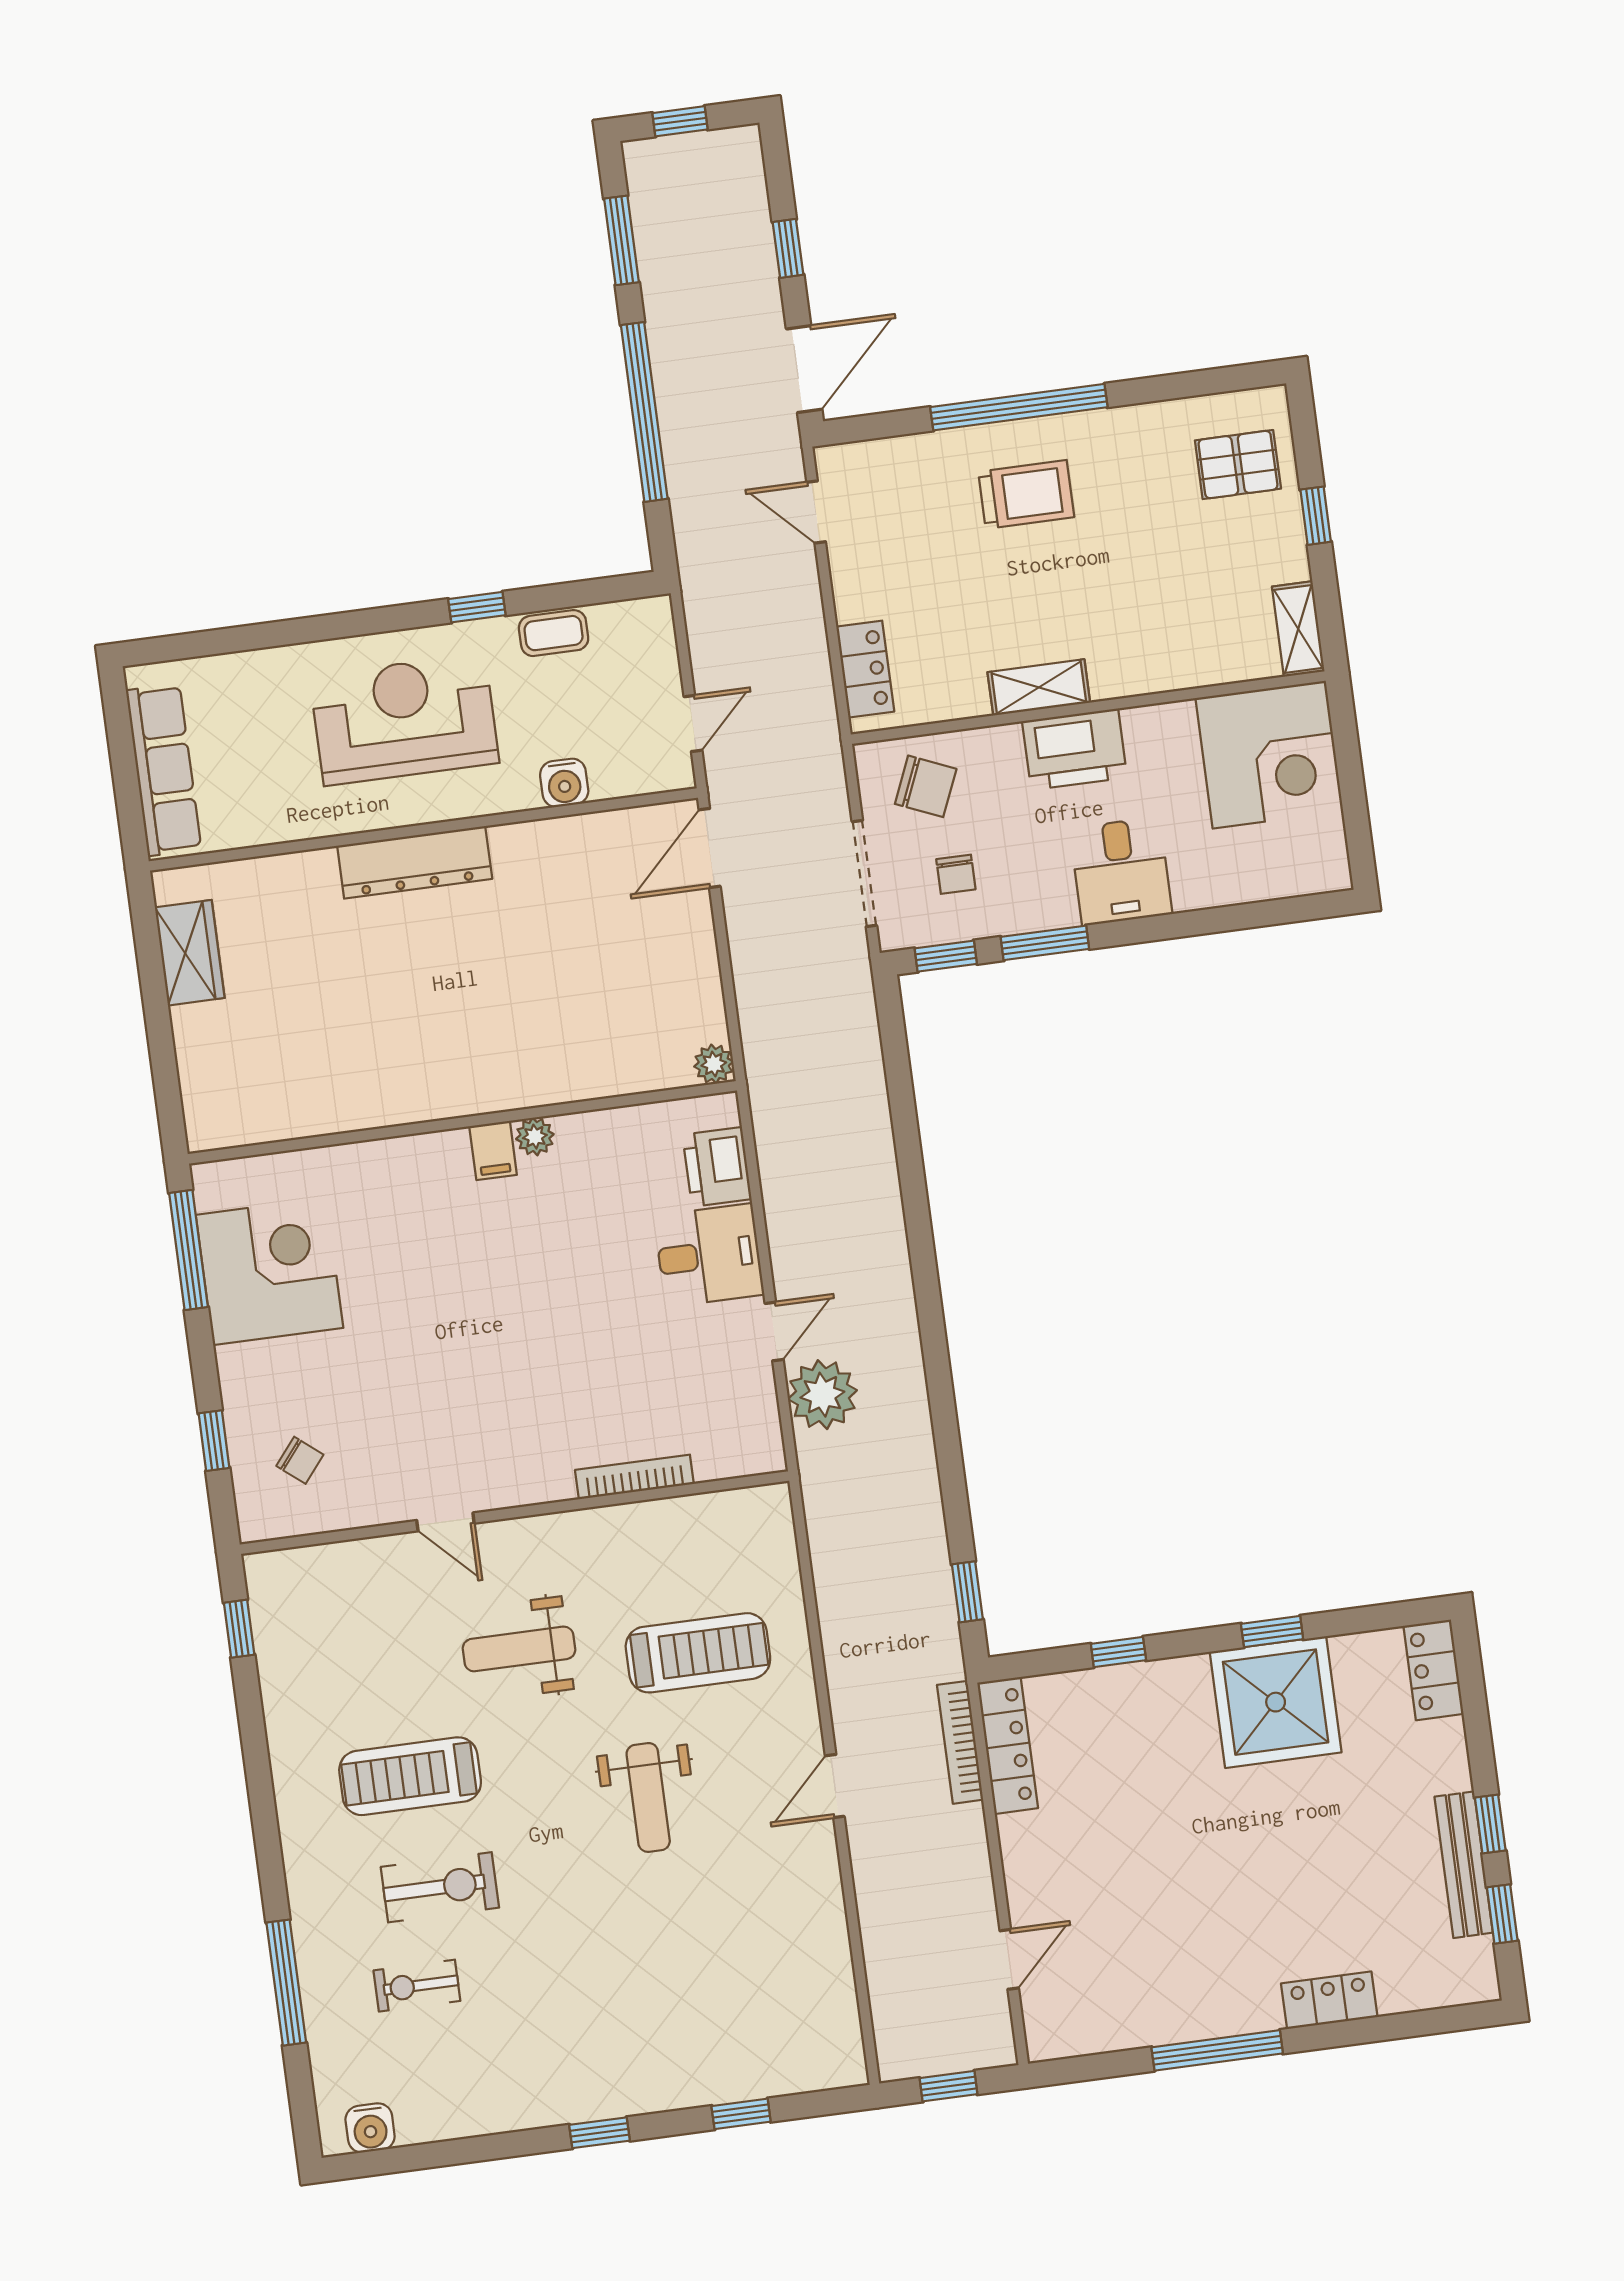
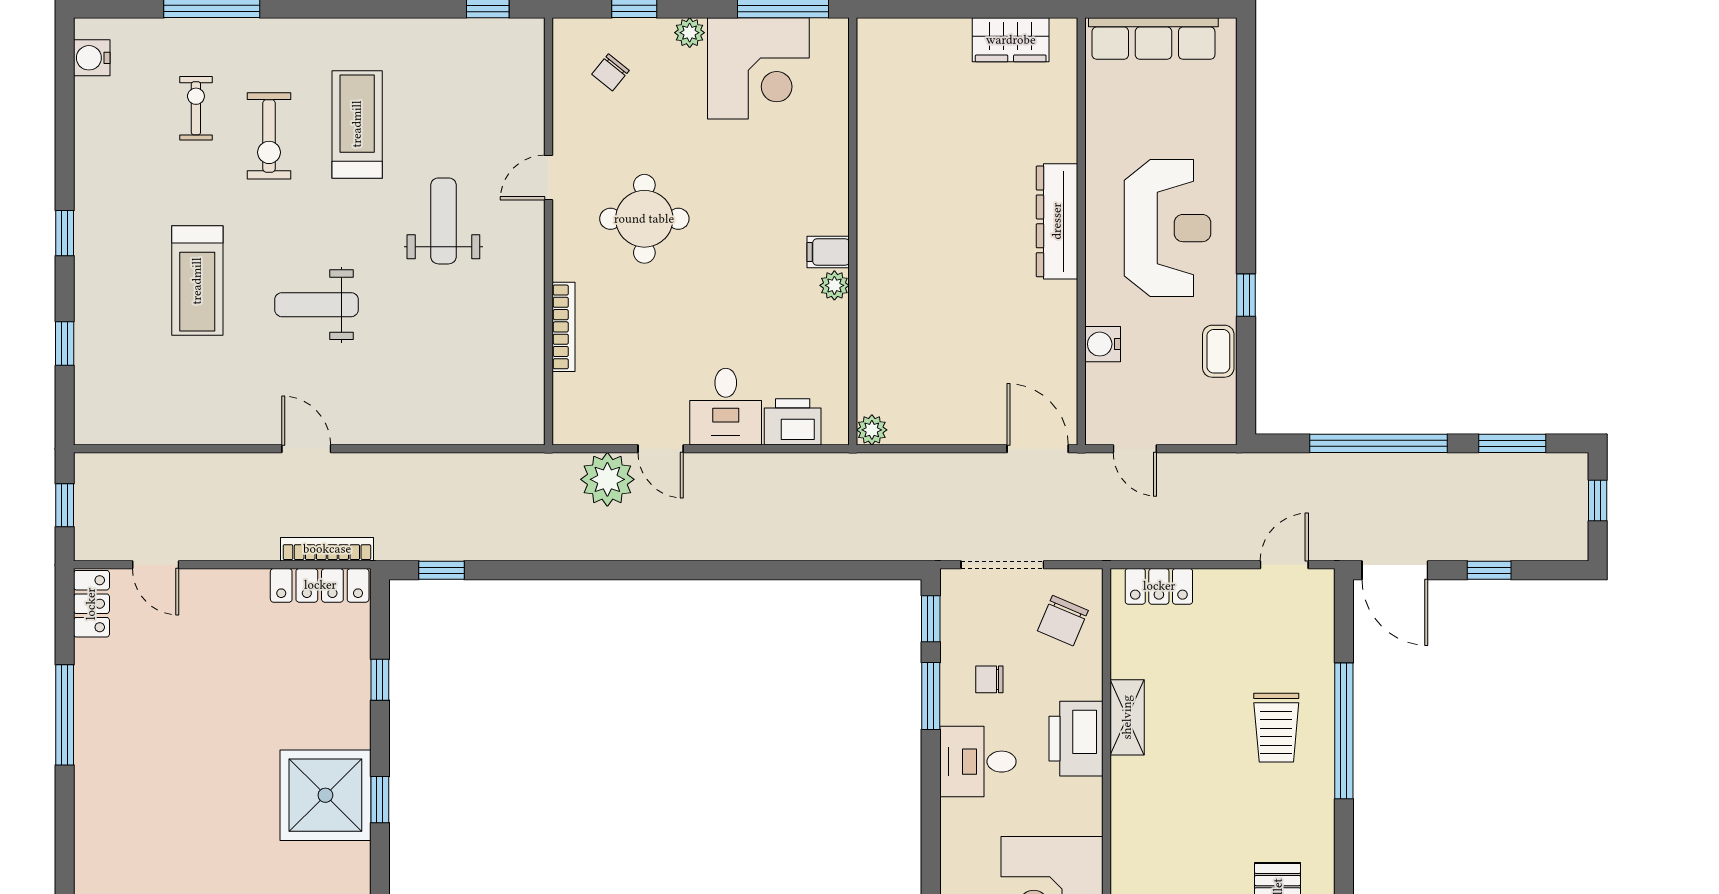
chair: (956, 874) -> (989, 679), moved
plant: (235, 1366) -> (690, 33), added
round table: (482, 1392) -> (644, 219), added
treadmill: (698, 1653) -> (197, 281), moved
locker: (1329, 2000) -> (91, 604), moved

